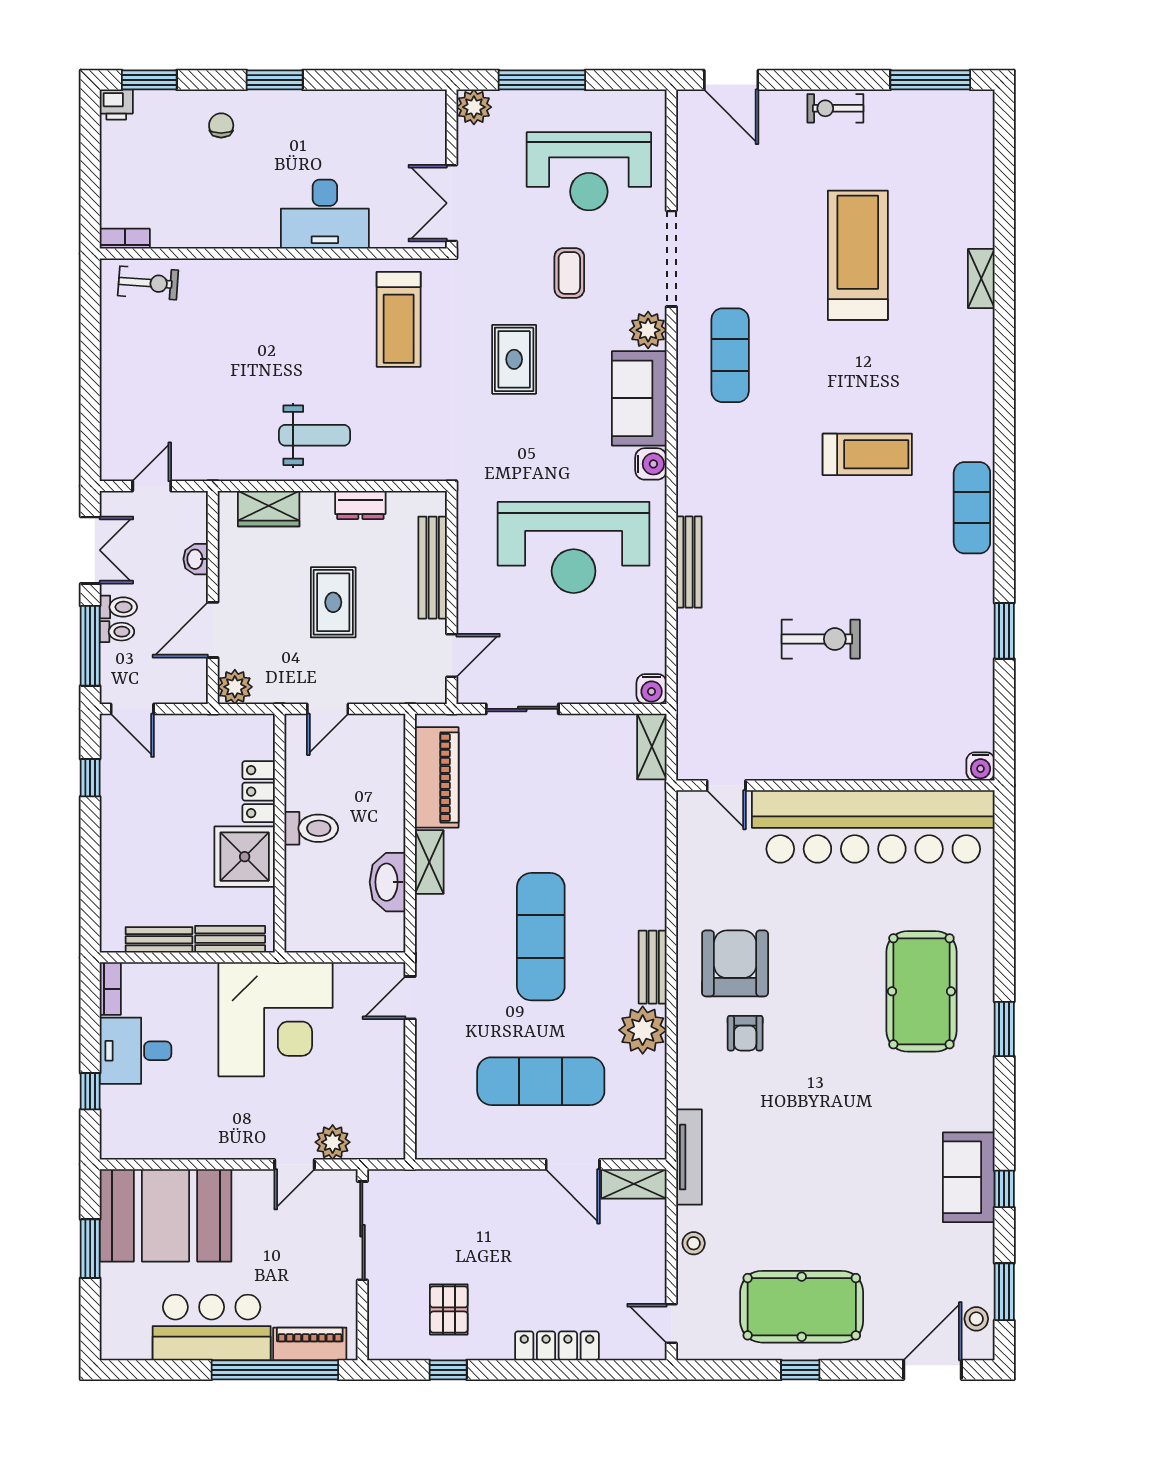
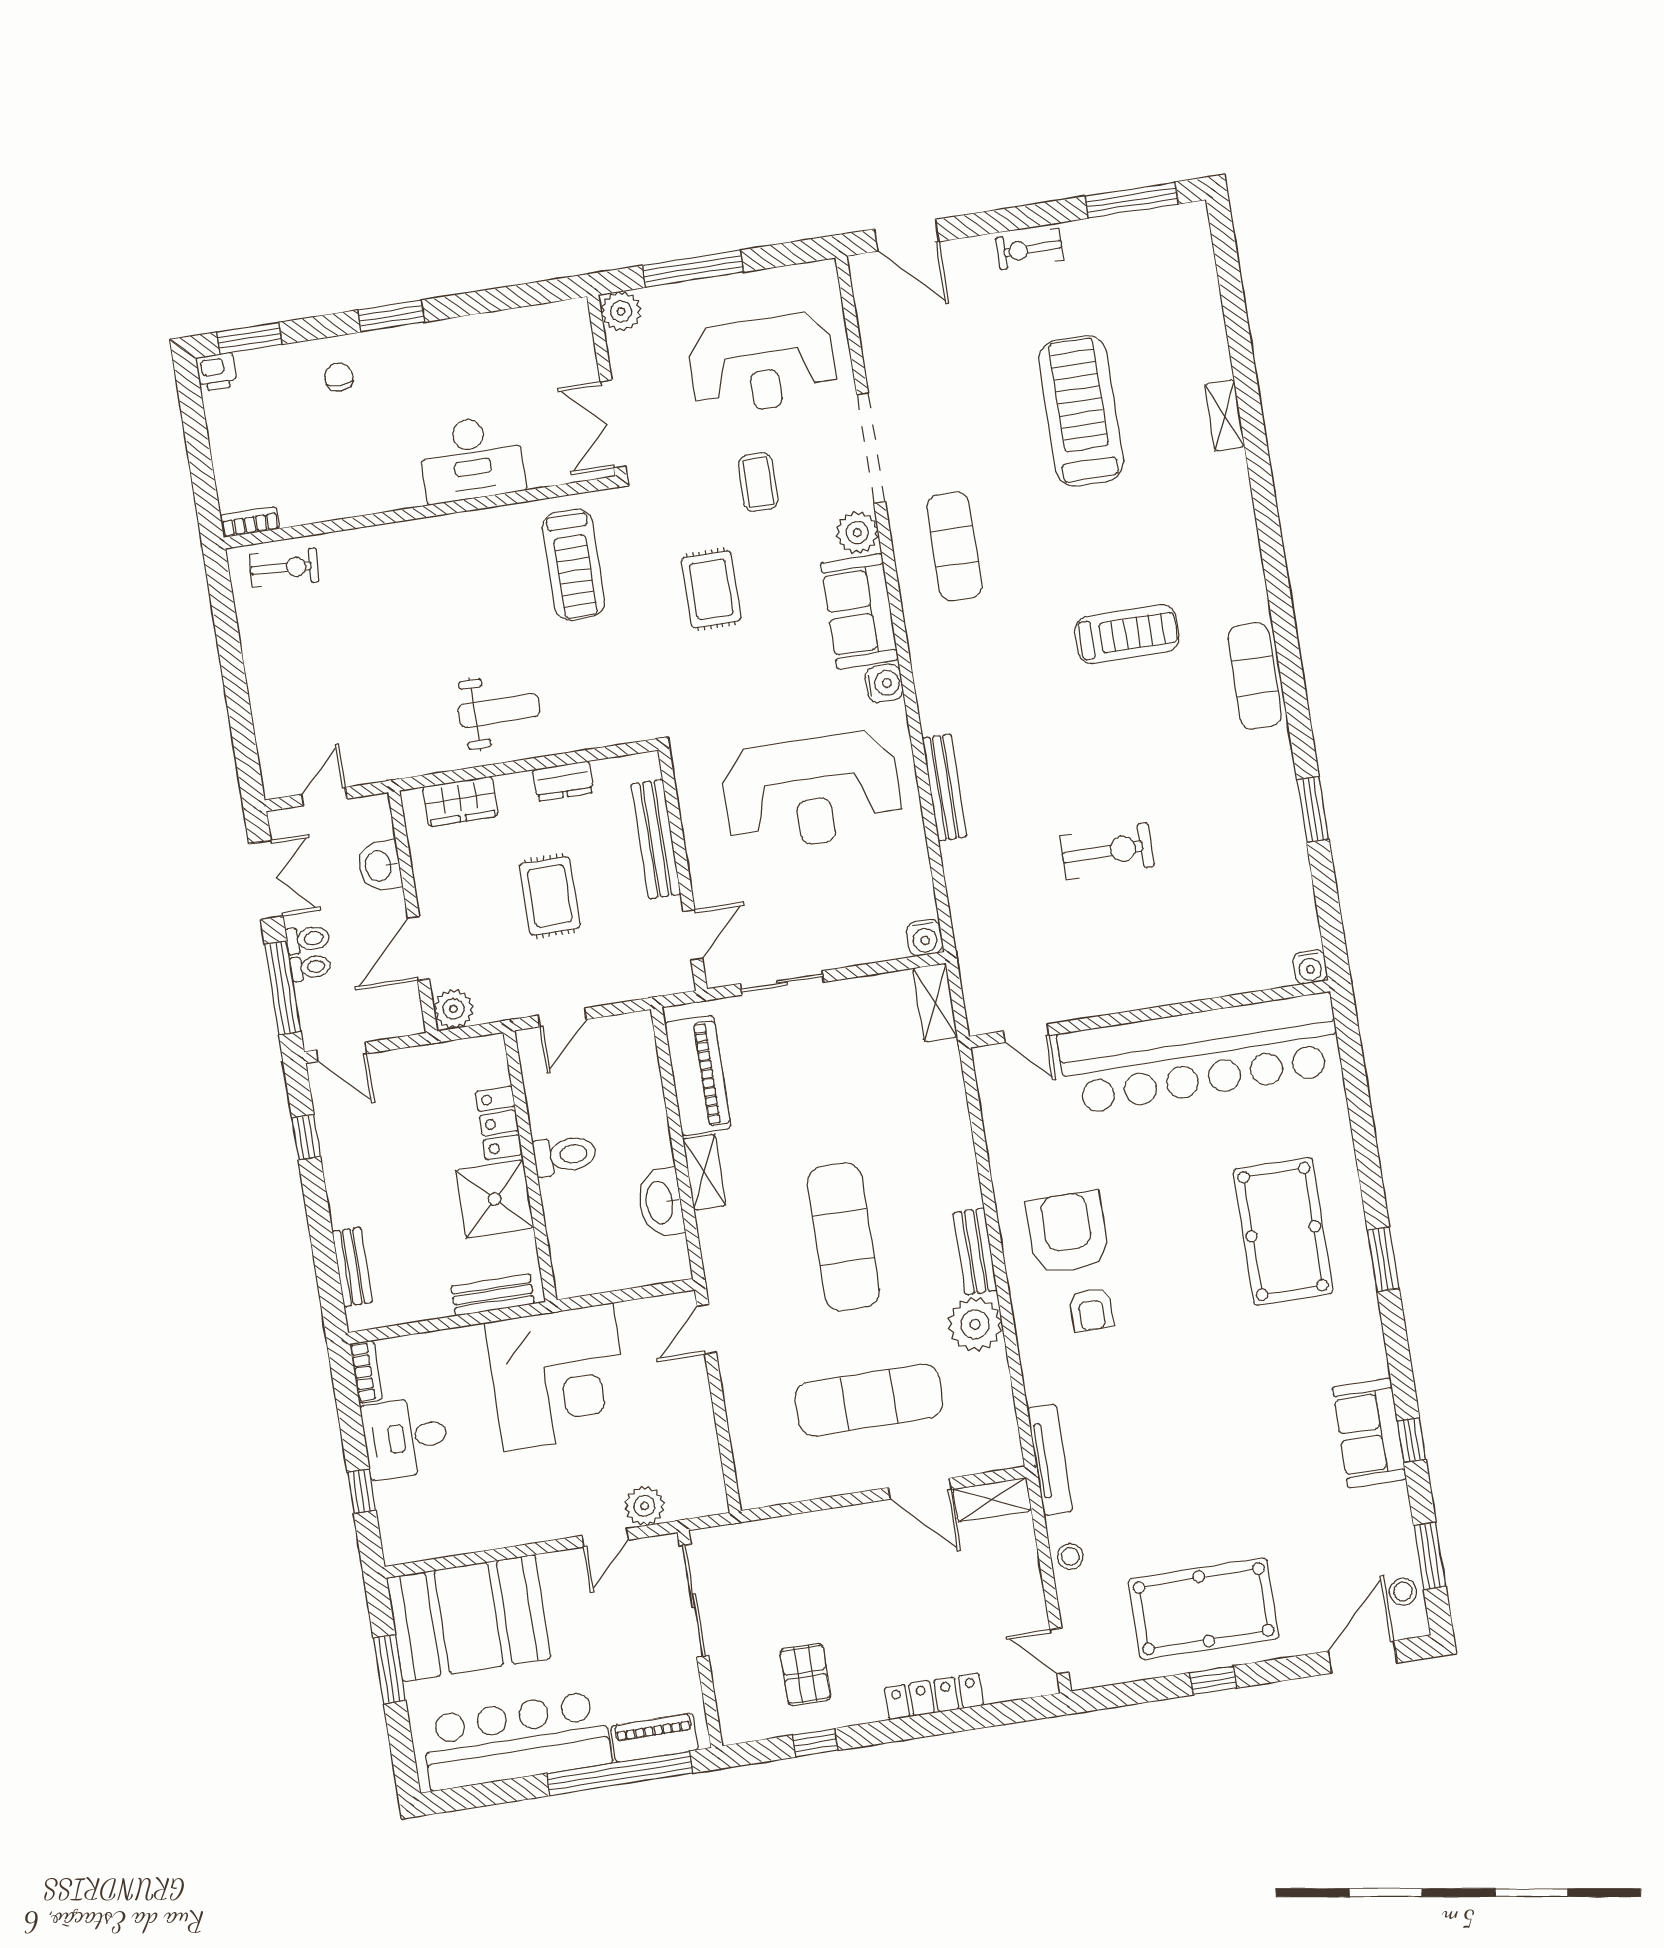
washbasin: (196, 559) -> (379, 866), width x1.38, depth x1.45
bench: (159, 940) -> (352, 1267), moved, turned 90
bar counter: (212, 1327) -> (516, 1740), width x1.36

